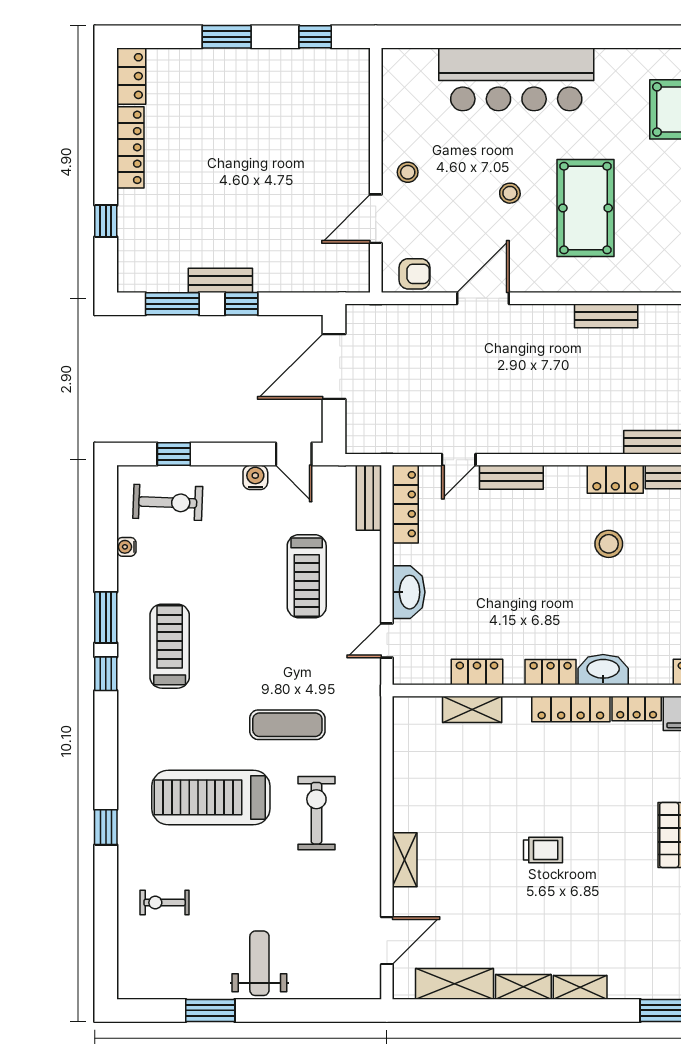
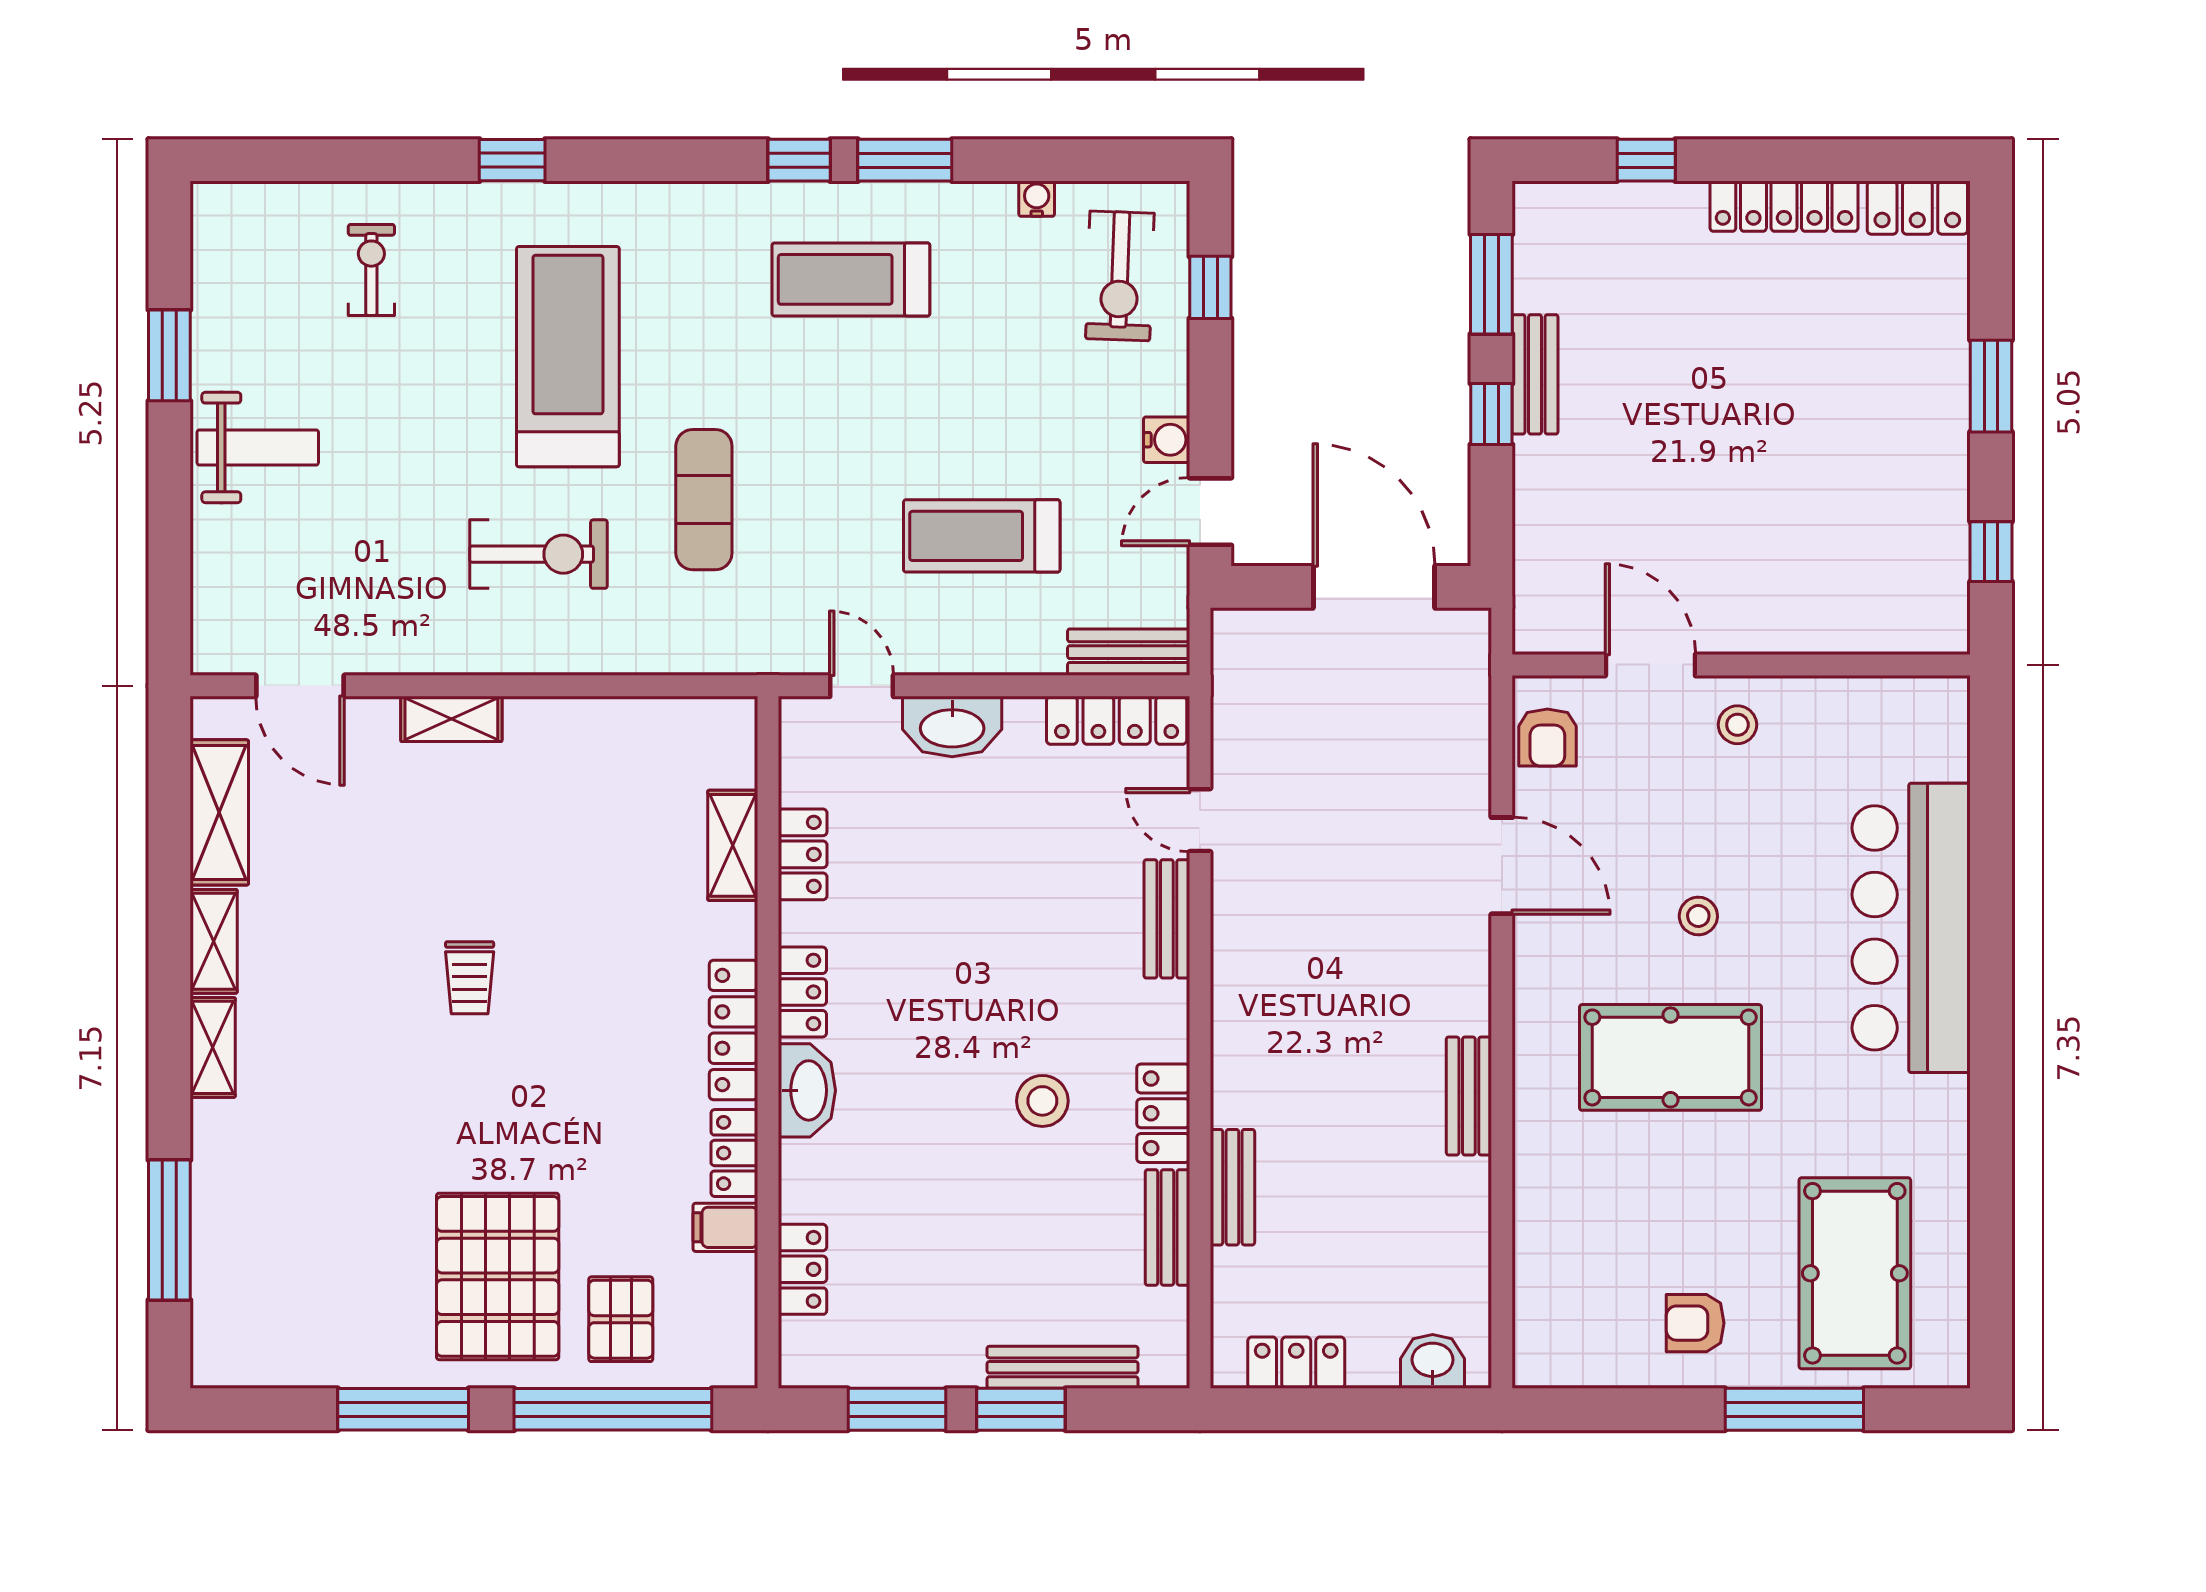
treadmill: (170, 646) -> (851, 279), turned 180

